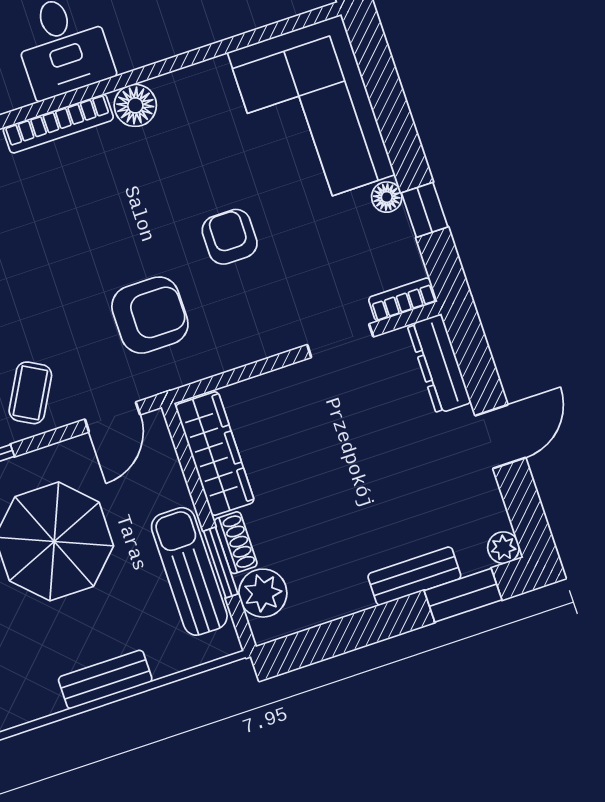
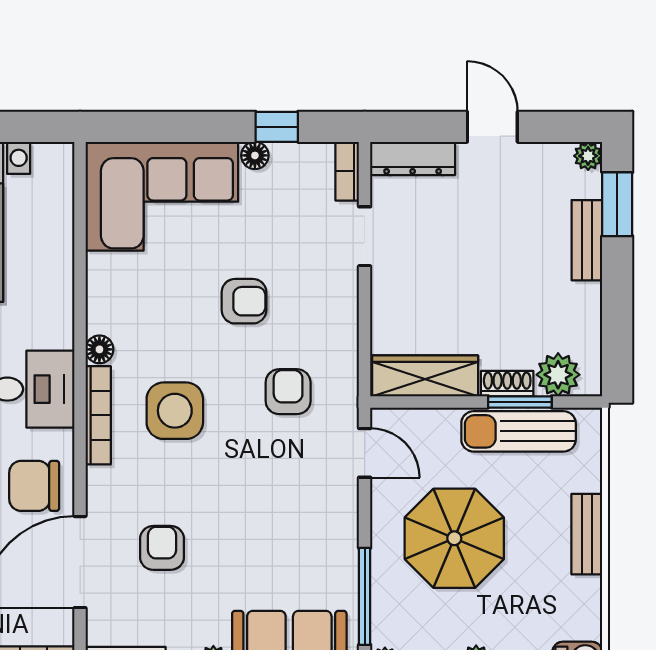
floor lamp: (135, 105) -> (99, 349), width x0.73, depth x0.73
side table: (90, 203) -> (175, 411), added
armchair: (230, 237) -> (244, 301), turned 180
armchair: (150, 315) -> (288, 392), width x0.72, depth x0.72
coffee table: (30, 393) -> (320, 516), removed

